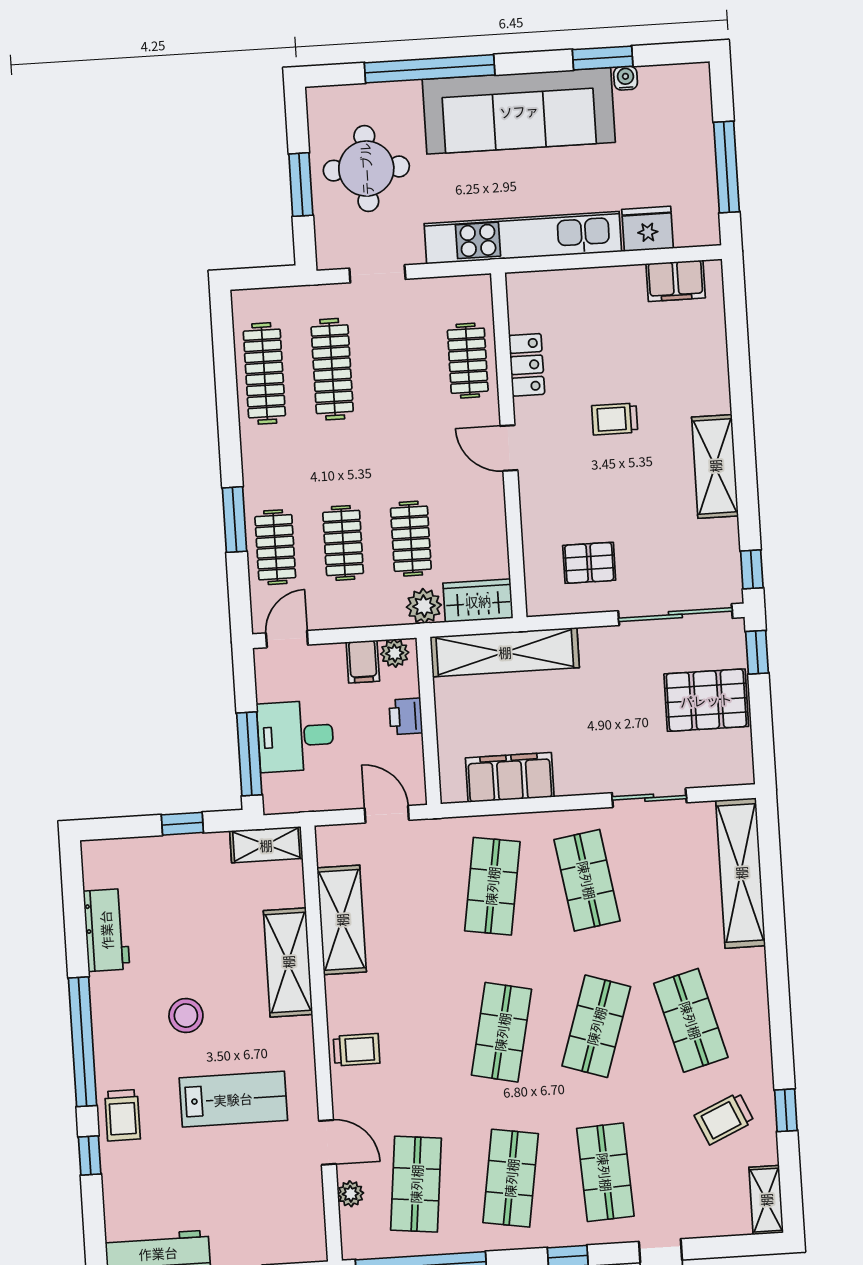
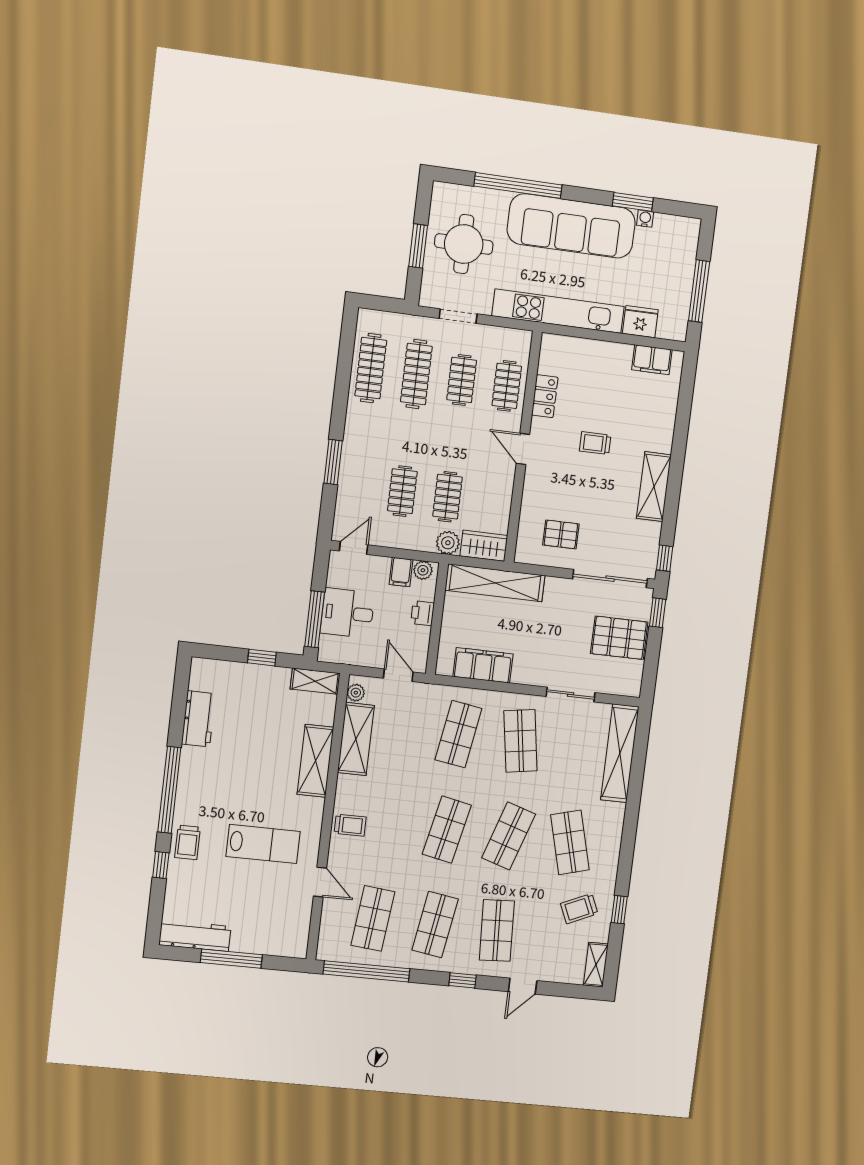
clothes rail: (275, 547) -> (462, 380), moved
stool: (186, 1016) -> (242, 784), removed
plant: (351, 1194) -> (356, 693), moved

